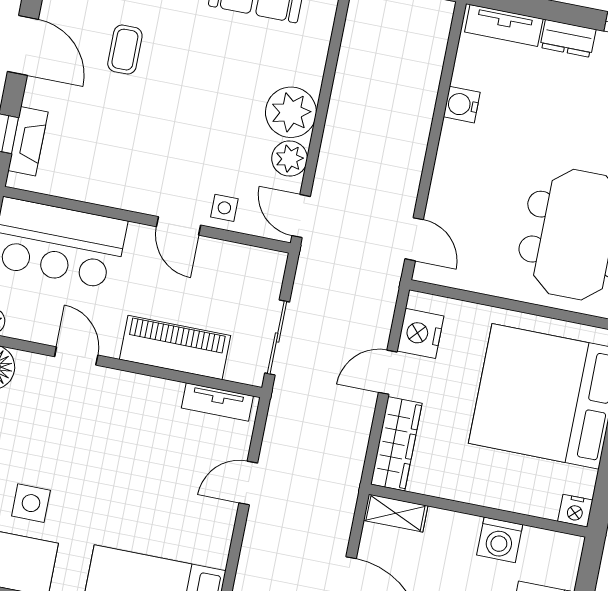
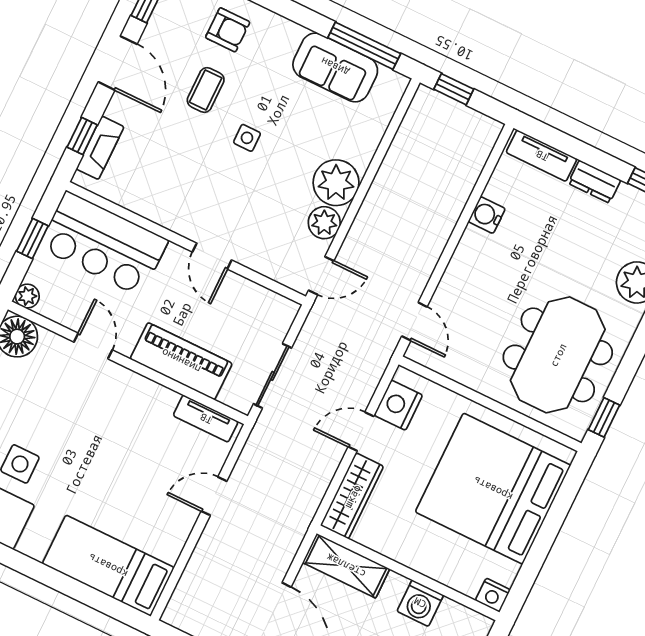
side table: (224, 208) -> (247, 138), moved
door: (301, 216) -> (321, 276), swing flipped
shelving: (396, 513) -> (346, 566), width x1.50, depth x1.33

